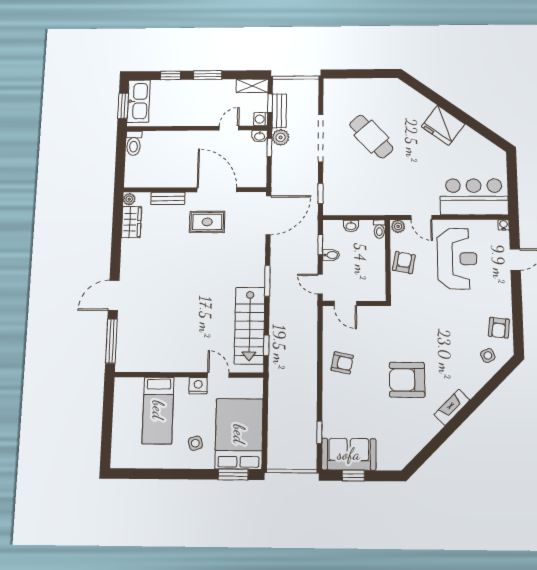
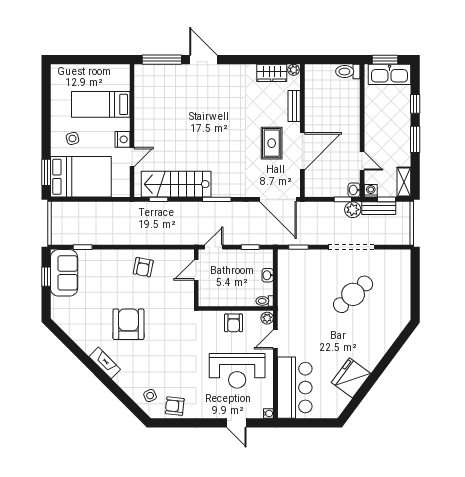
fridge: (443, 125) -> (351, 378), moved
bidet: (331, 255) -> (241, 257), removed
armchair: (404, 263) -> (234, 323), turned 79

